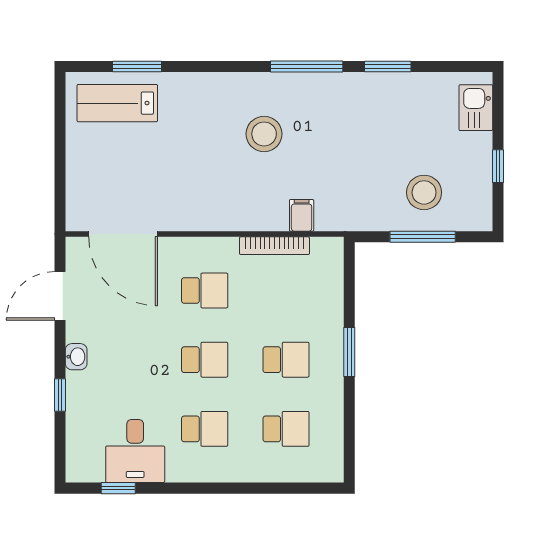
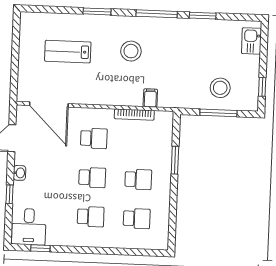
window: (137, 66) -> (97, 11), moved
lab bench: (117, 103) -> (68, 52), moved
window: (498, 166) -> (262, 87), moved
window: (349, 352) -> (175, 160), moved
desk: (135, 451) -> (29, 227), moved

